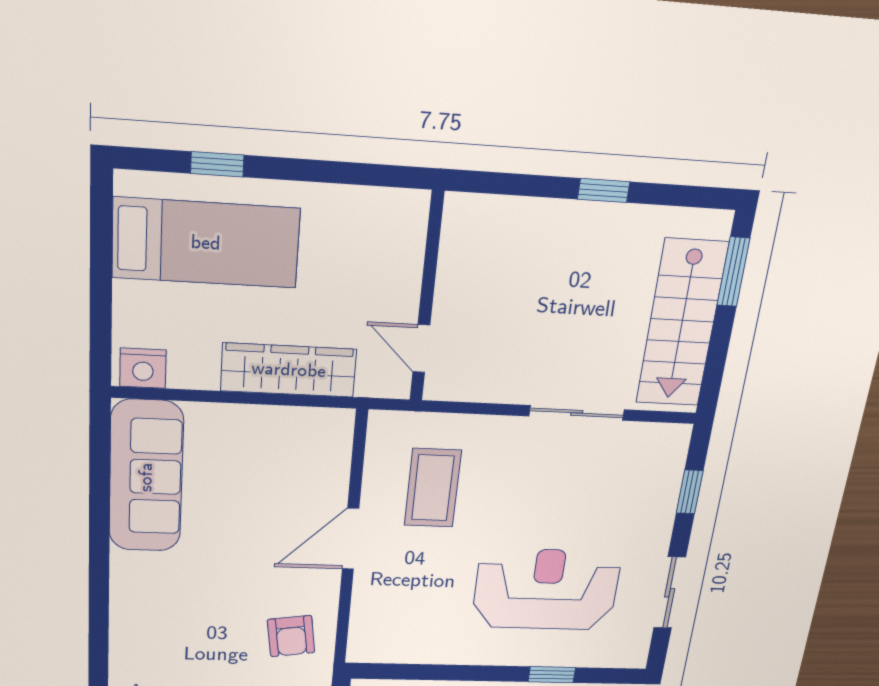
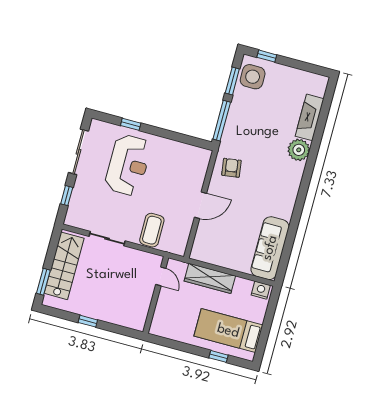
coffee table: (433, 488) -> (152, 230), moved
reception desk: (546, 589) -> (128, 165), turned -90
sliding door: (670, 593) -> (78, 152), width x1.37

